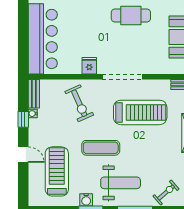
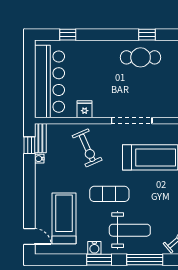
fridge: (89, 66) -> (85, 109), moved
window: (23, 119) -> (29, 145), moved
door: (23, 155) -> (29, 237), moved

